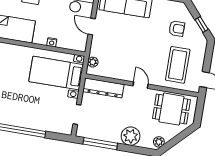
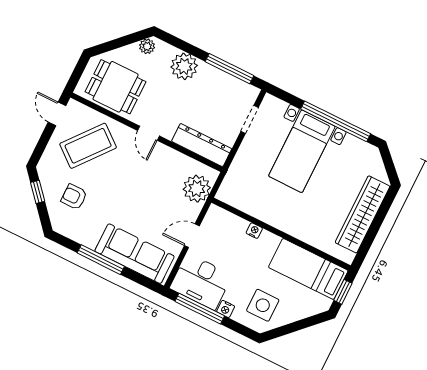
door: (92, 27) -> (192, 236), swing flipped
plant: (93, 62) -> (197, 189), width x1.88, depth x1.88
coffee table: (178, 65) -> (88, 146), turned 39
bed with nightstands: (56, 73) -> (302, 151), moved, turned 90

